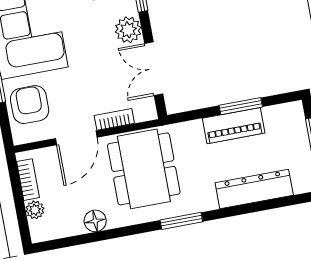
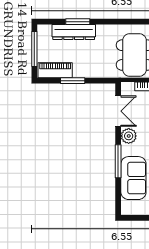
piano: (234, 126) -> (55, 70), moved
window: (181, 221) -> (78, 22), moved

